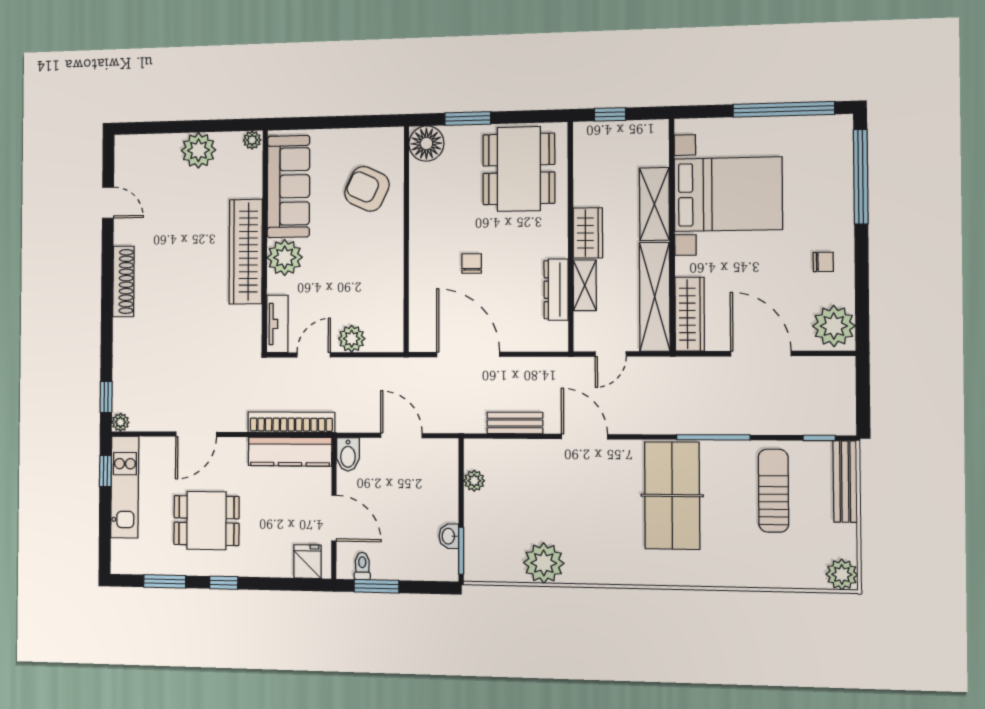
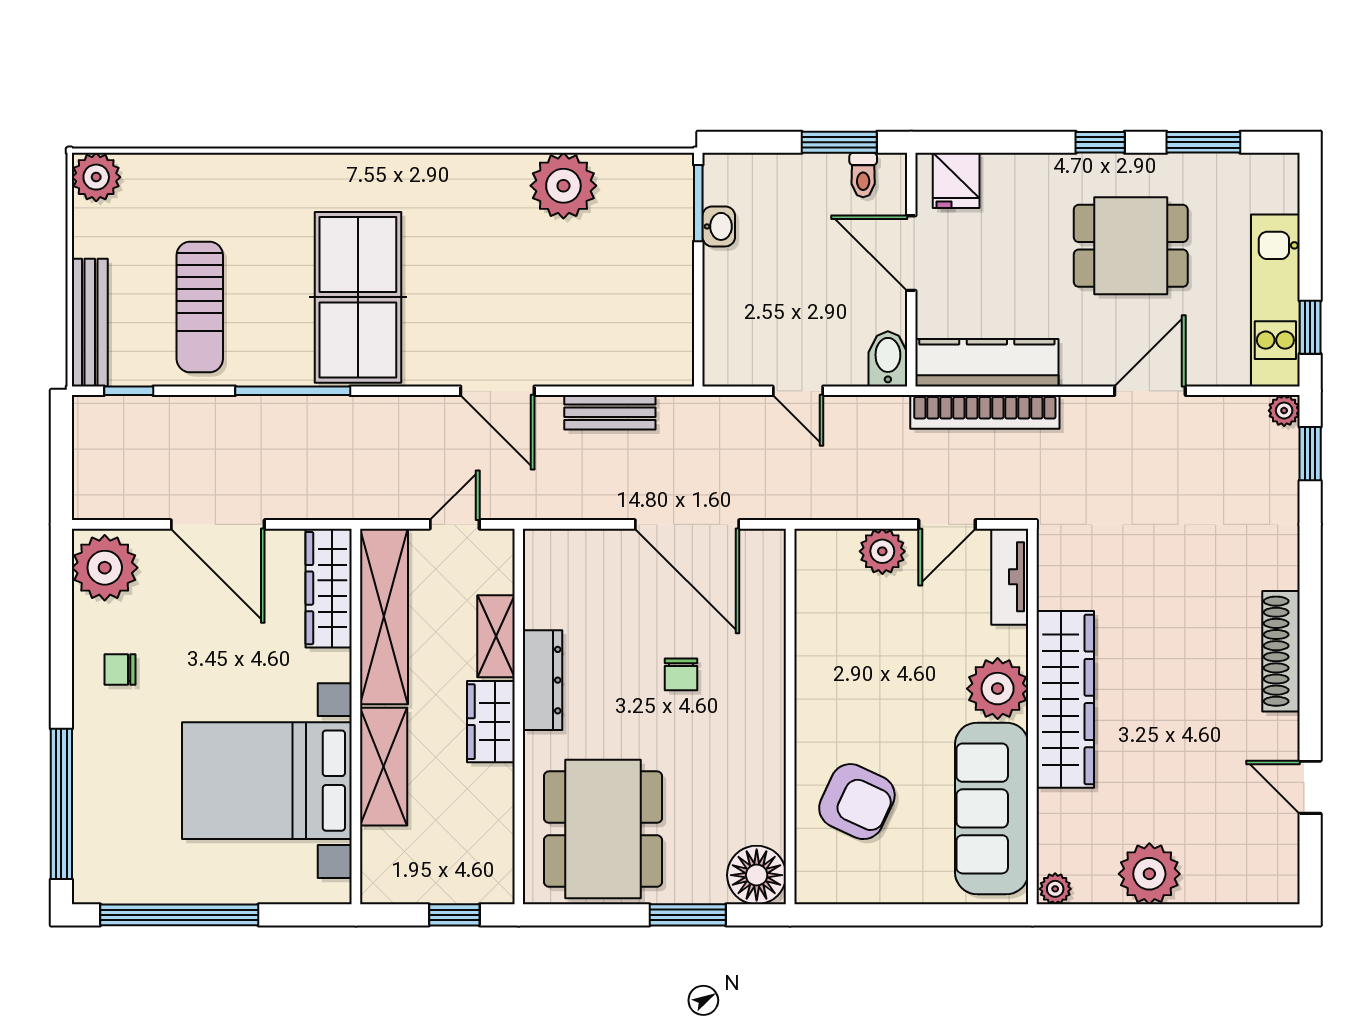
dresser: (556, 290) -> (542, 680), moved
door: (401, 435) -> (798, 391), width x0.73
plant: (474, 481) -> (677, 318), removed

